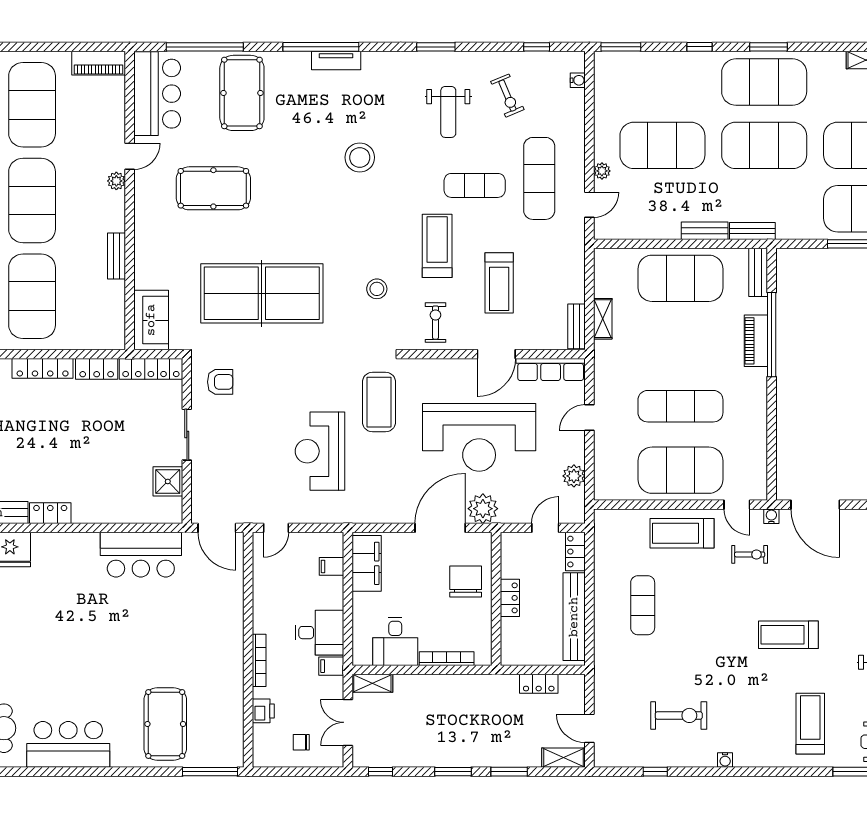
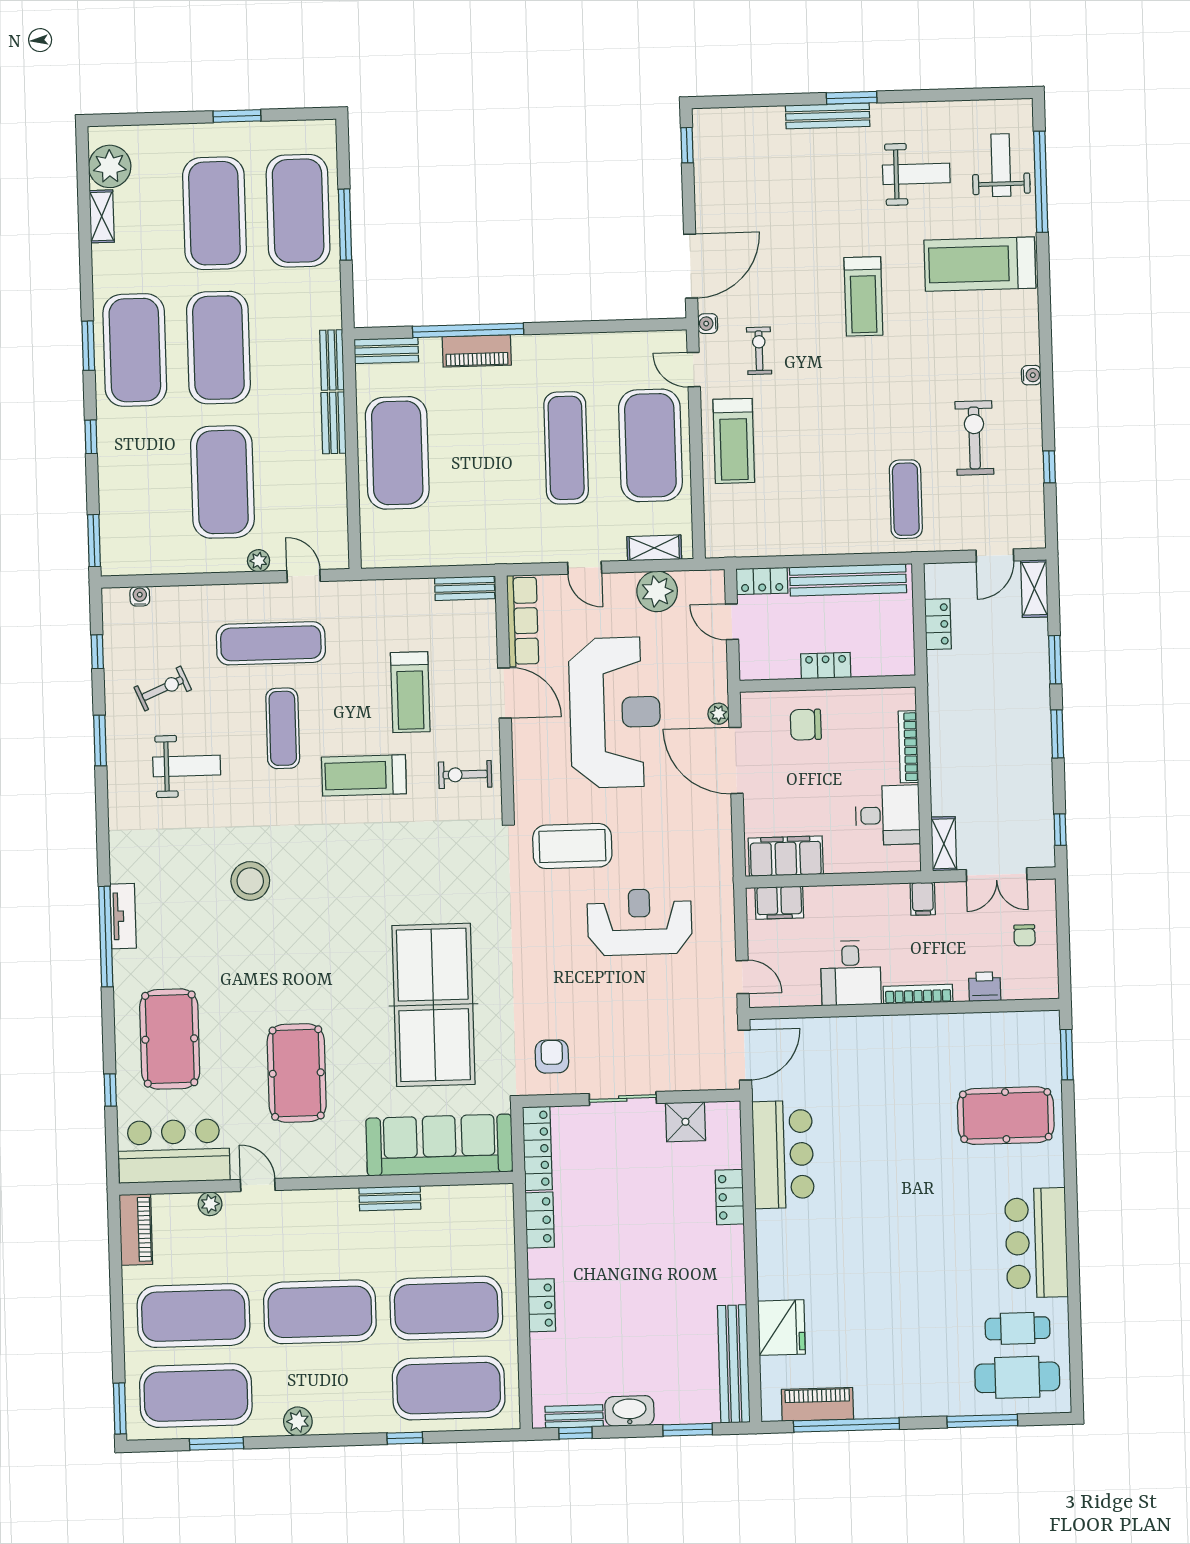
window: (205, 47) -> (110, 1090), width x0.32
window: (436, 47) -> (100, 740), moved
pool table: (242, 93) -> (170, 1039), turned 90
plant: (116, 181) -> (210, 1204), moved
treadmill: (499, 283) -> (410, 692), turned 90
stool: (377, 289) -> (423, 853), removed
shelving: (603, 319) -> (654, 548), moved
sofa: (151, 320) -> (439, 1145), width x1.85, depth x1.27
locker: (43, 368) -> (542, 1305), width x0.66
reception desk: (320, 451) -> (640, 922), turned 180
plant: (574, 476) -> (657, 591), width x1.36, depth x1.36
door: (737, 505) -> (694, 370), swing flipped
plant: (483, 509) -> (718, 714), width x0.53, depth x0.53
locker: (50, 513) -> (730, 1197), moved
filing cabinet: (331, 566) -> (779, 903), width x2.00
chair: (466, 581) -> (806, 725), width x0.73, depth x0.73
exercise mat: (643, 605) -> (906, 499), moved, turned 90
desk: (319, 633) -> (851, 973), moved, turned 180
treadmill: (810, 724) -> (980, 264), width x1.37, depth x1.38
window: (210, 772) -> (1067, 1055), width x0.69

